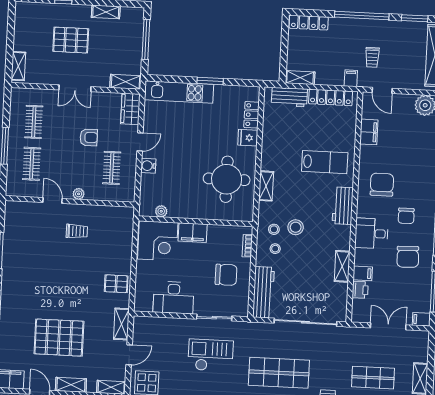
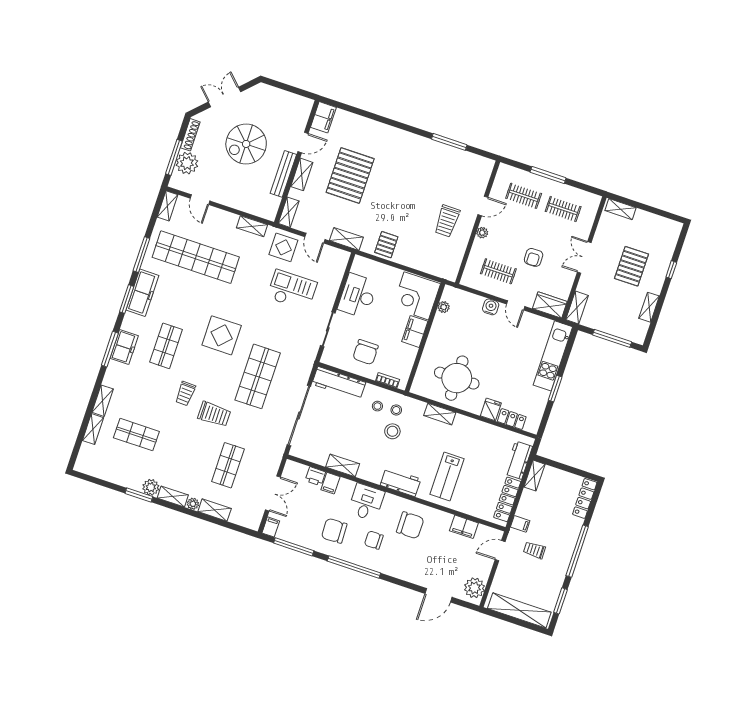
trolley: (77, 231) -> (447, 221), width x1.36, depth x1.39
checkout: (211, 355) -> (292, 290), moved, turned -90

